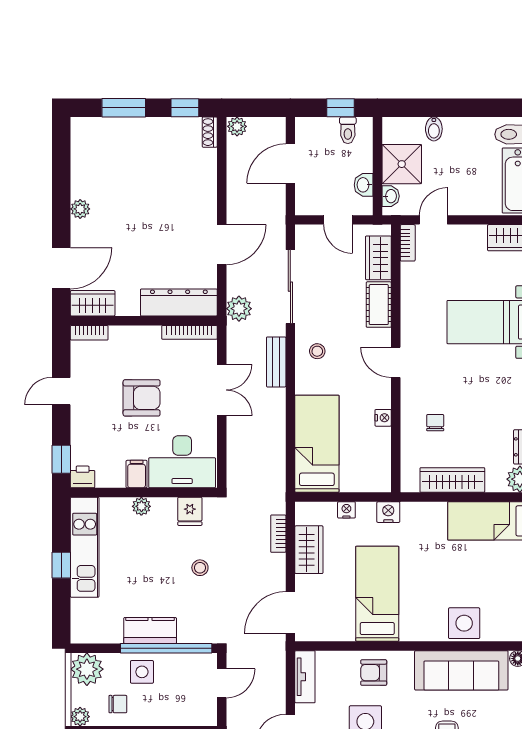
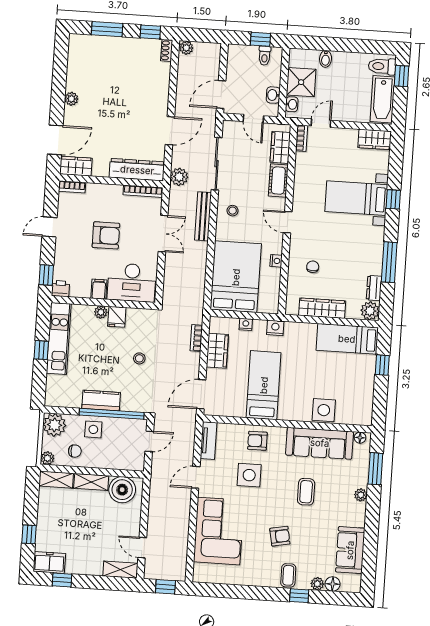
door: (290, 164) -> (221, 94), moved
bench: (276, 362) -> (203, 216), width x1.36
bed: (317, 444) -> (236, 277), width x1.50
fridge: (190, 511) -> (117, 317), moved

